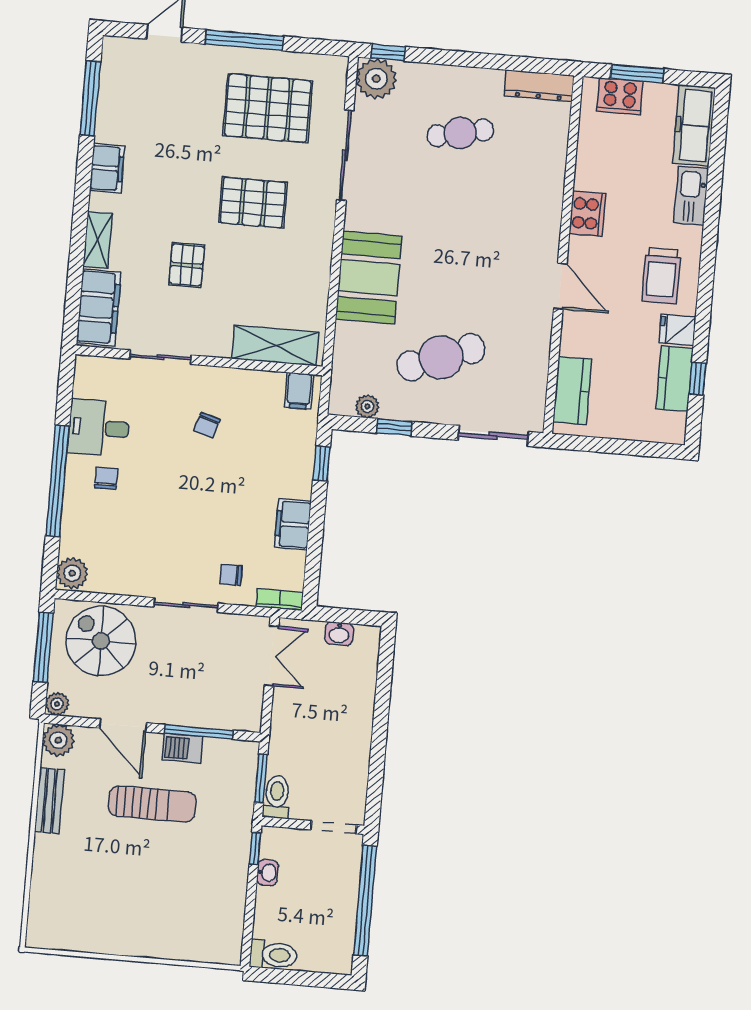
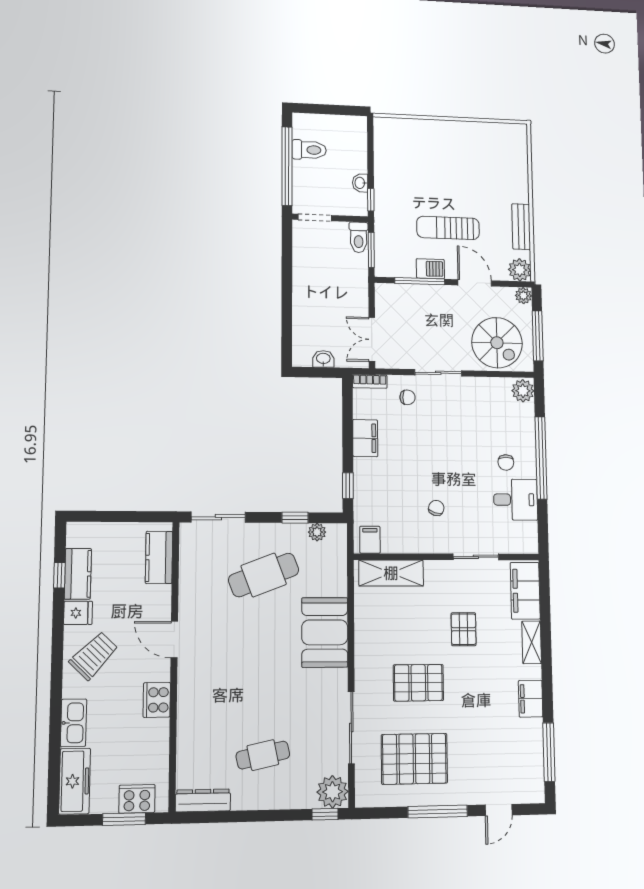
trolley: (661, 276) -> (94, 656), turned 44
toilet: (273, 955) -> (309, 150), moved, turned 180

